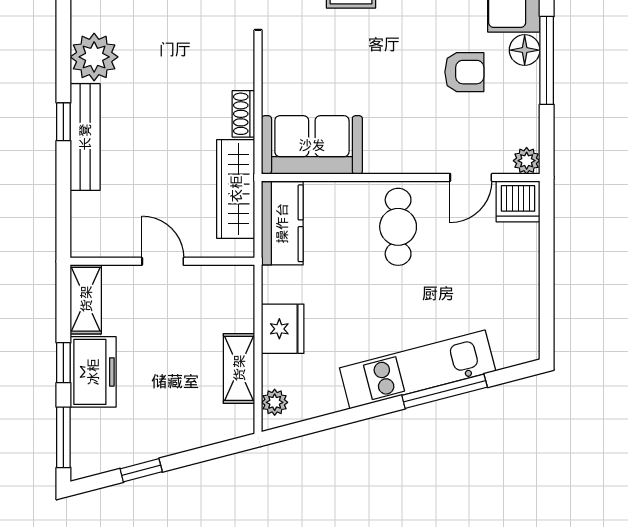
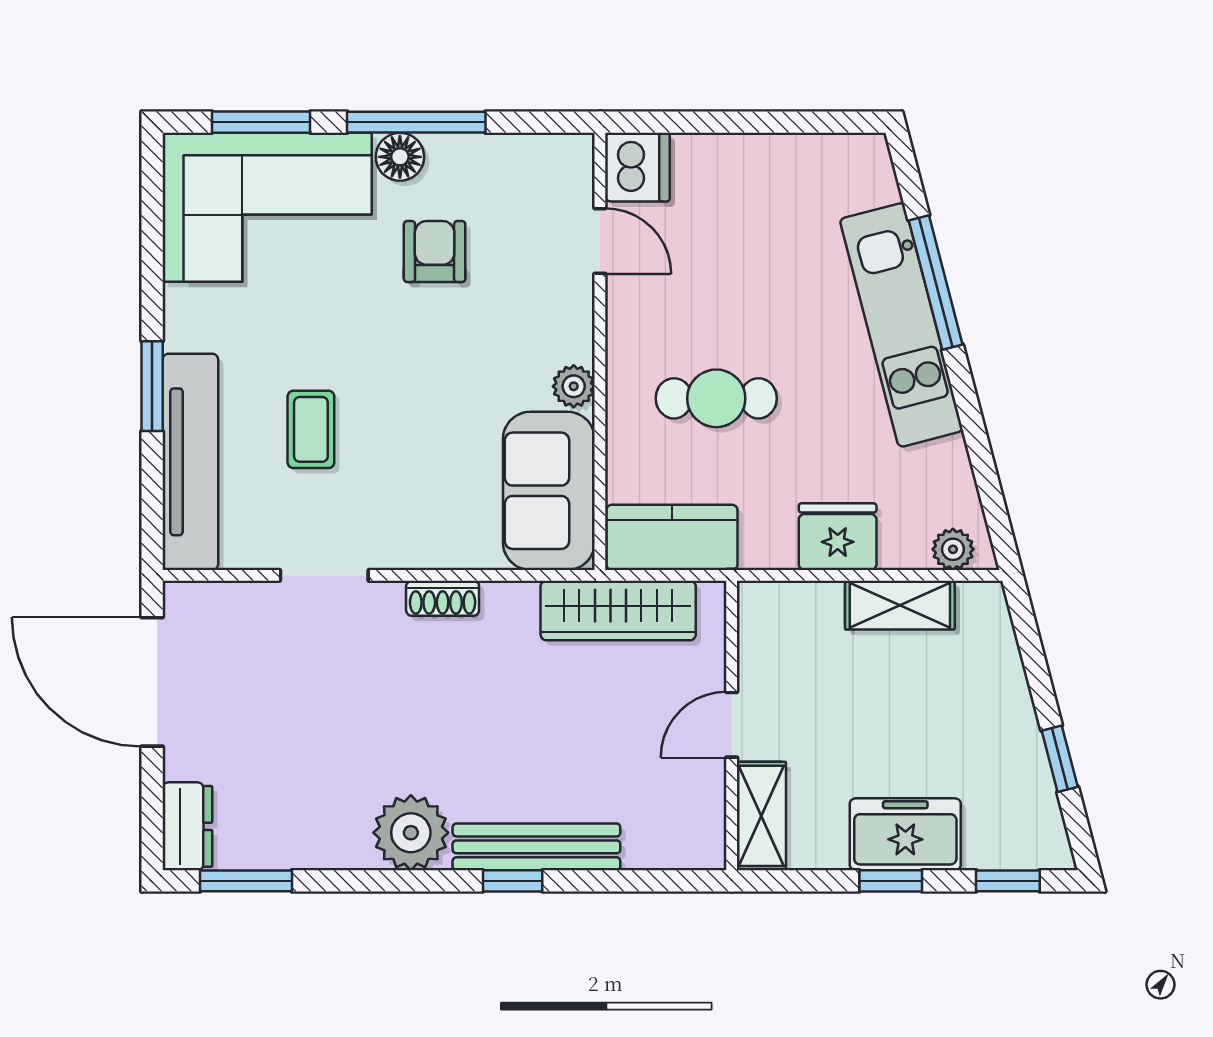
shoe rack: (243, 114) -> (443, 598), moved
plant: (527, 161) -> (574, 386), moved
cafe table: (398, 227) -> (716, 398), moved
shelving: (86, 299) -> (761, 816), moved, turned 90
window: (63, 437) -> (1008, 881), width x0.67

